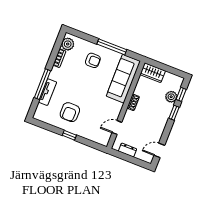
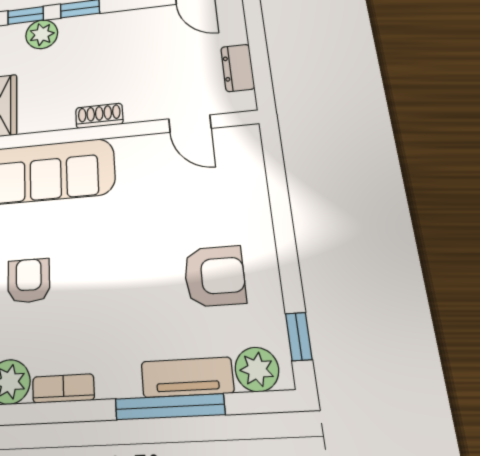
plant: (41, 111) -> (257, 369), added
window: (69, 135) -> (299, 336), moved

